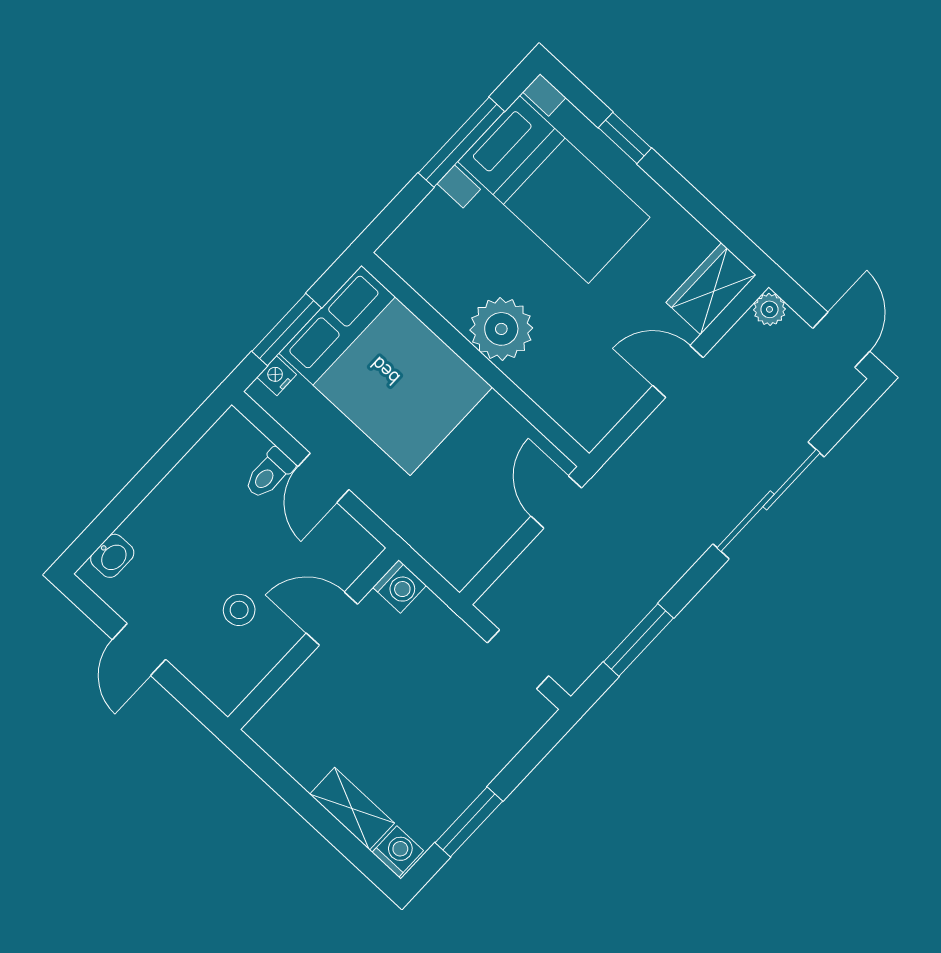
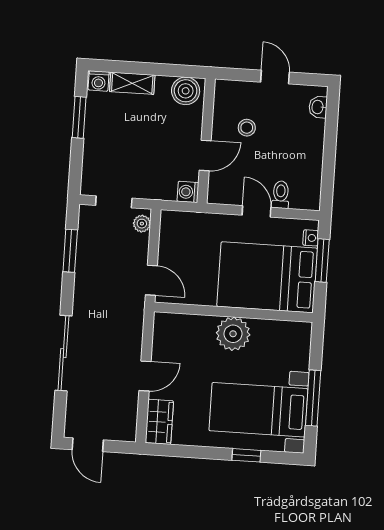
plant: (770, 309) -> (142, 224), moved
boiler: (284, 735) -> (186, 91), added

